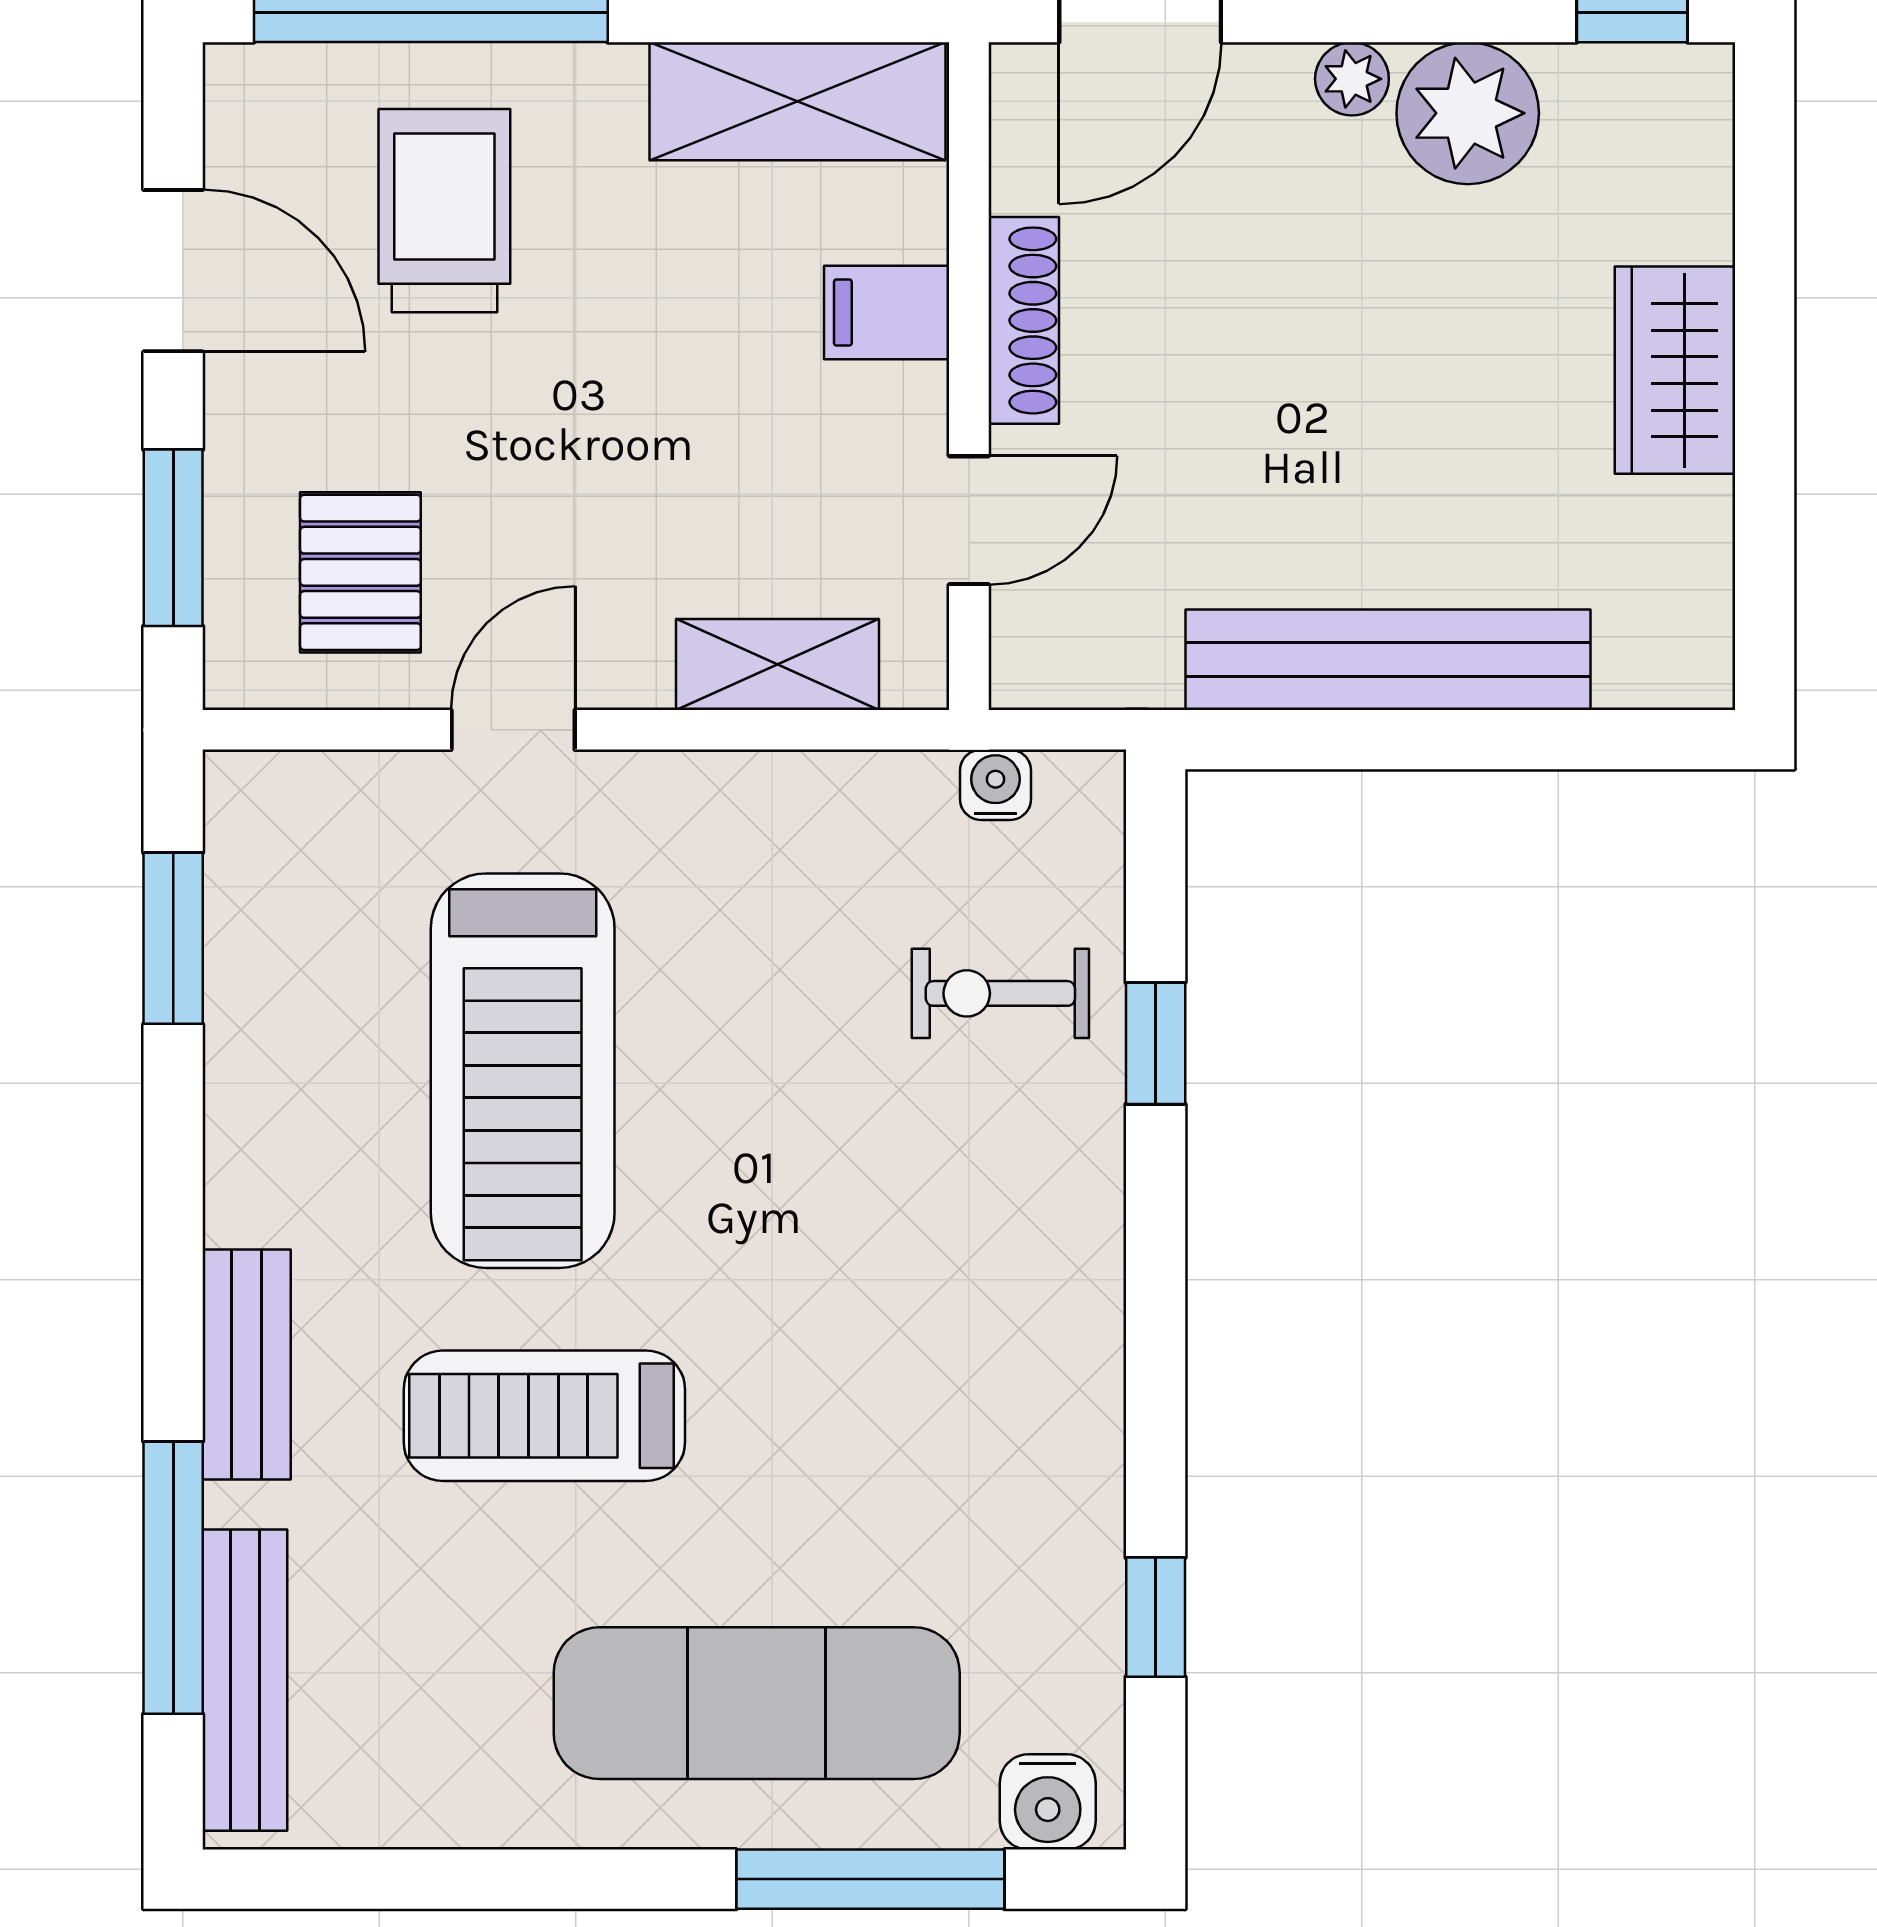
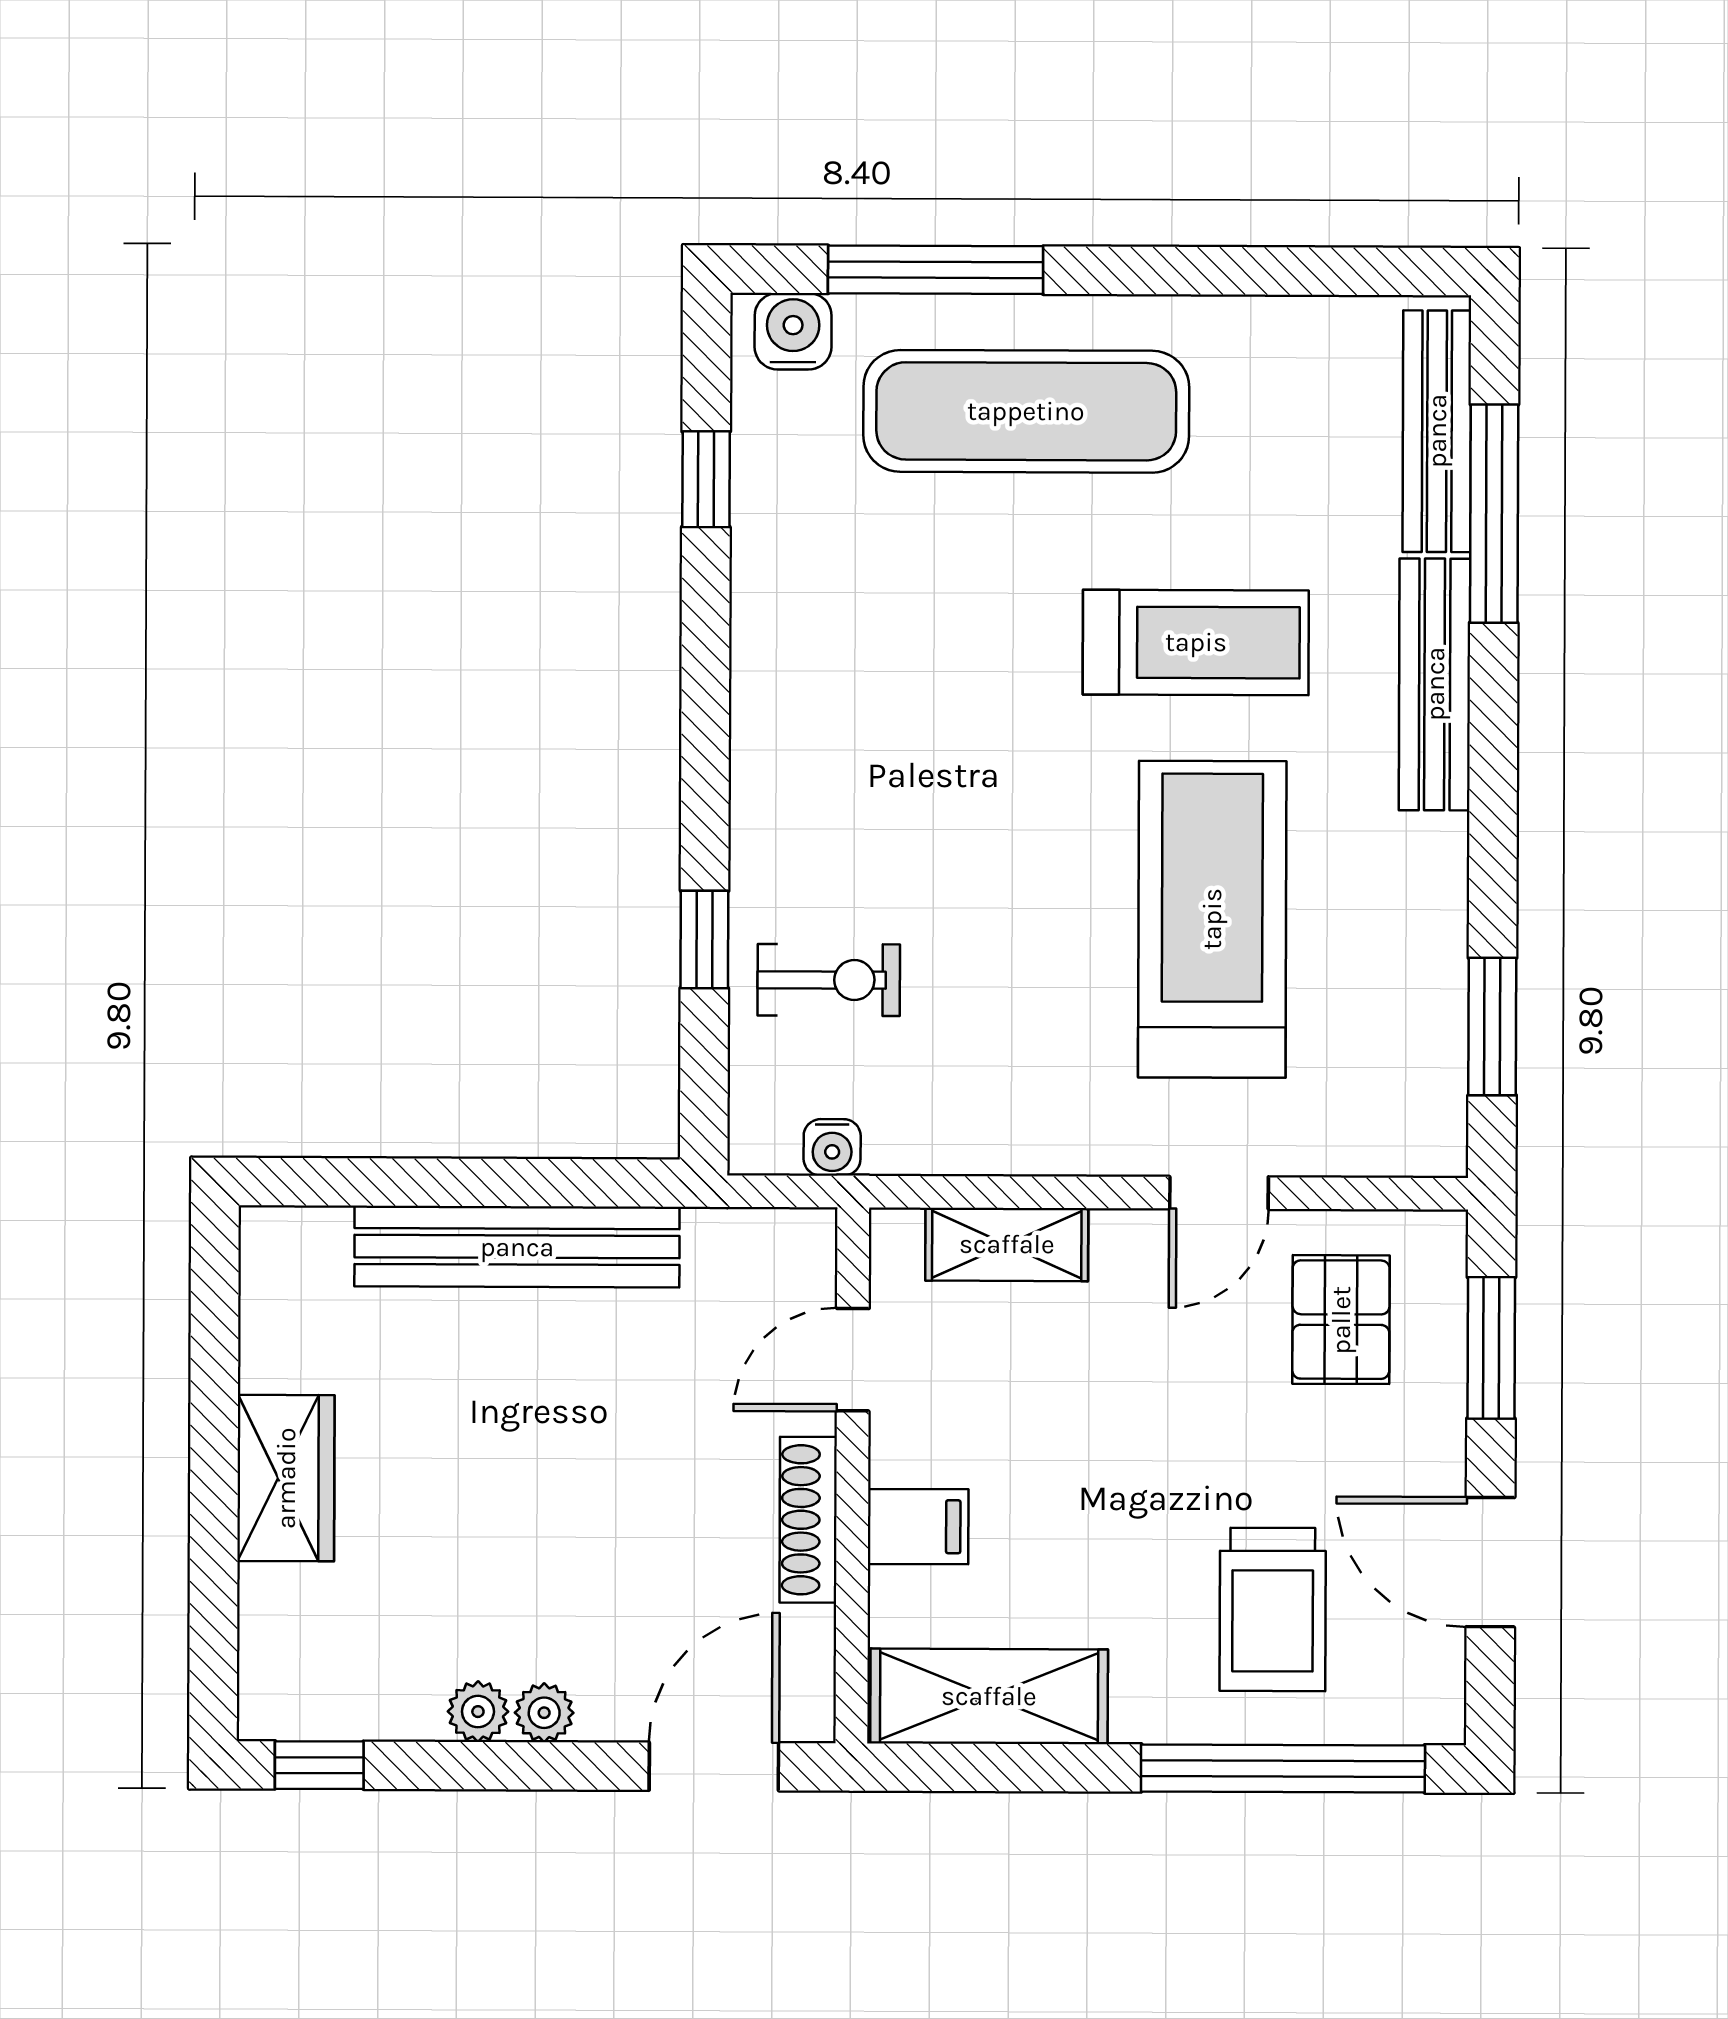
plant: (1468, 113) -> (478, 1712), width x0.53, depth x0.53
bench: (247, 1364) -> (1435, 684), width x1.36

